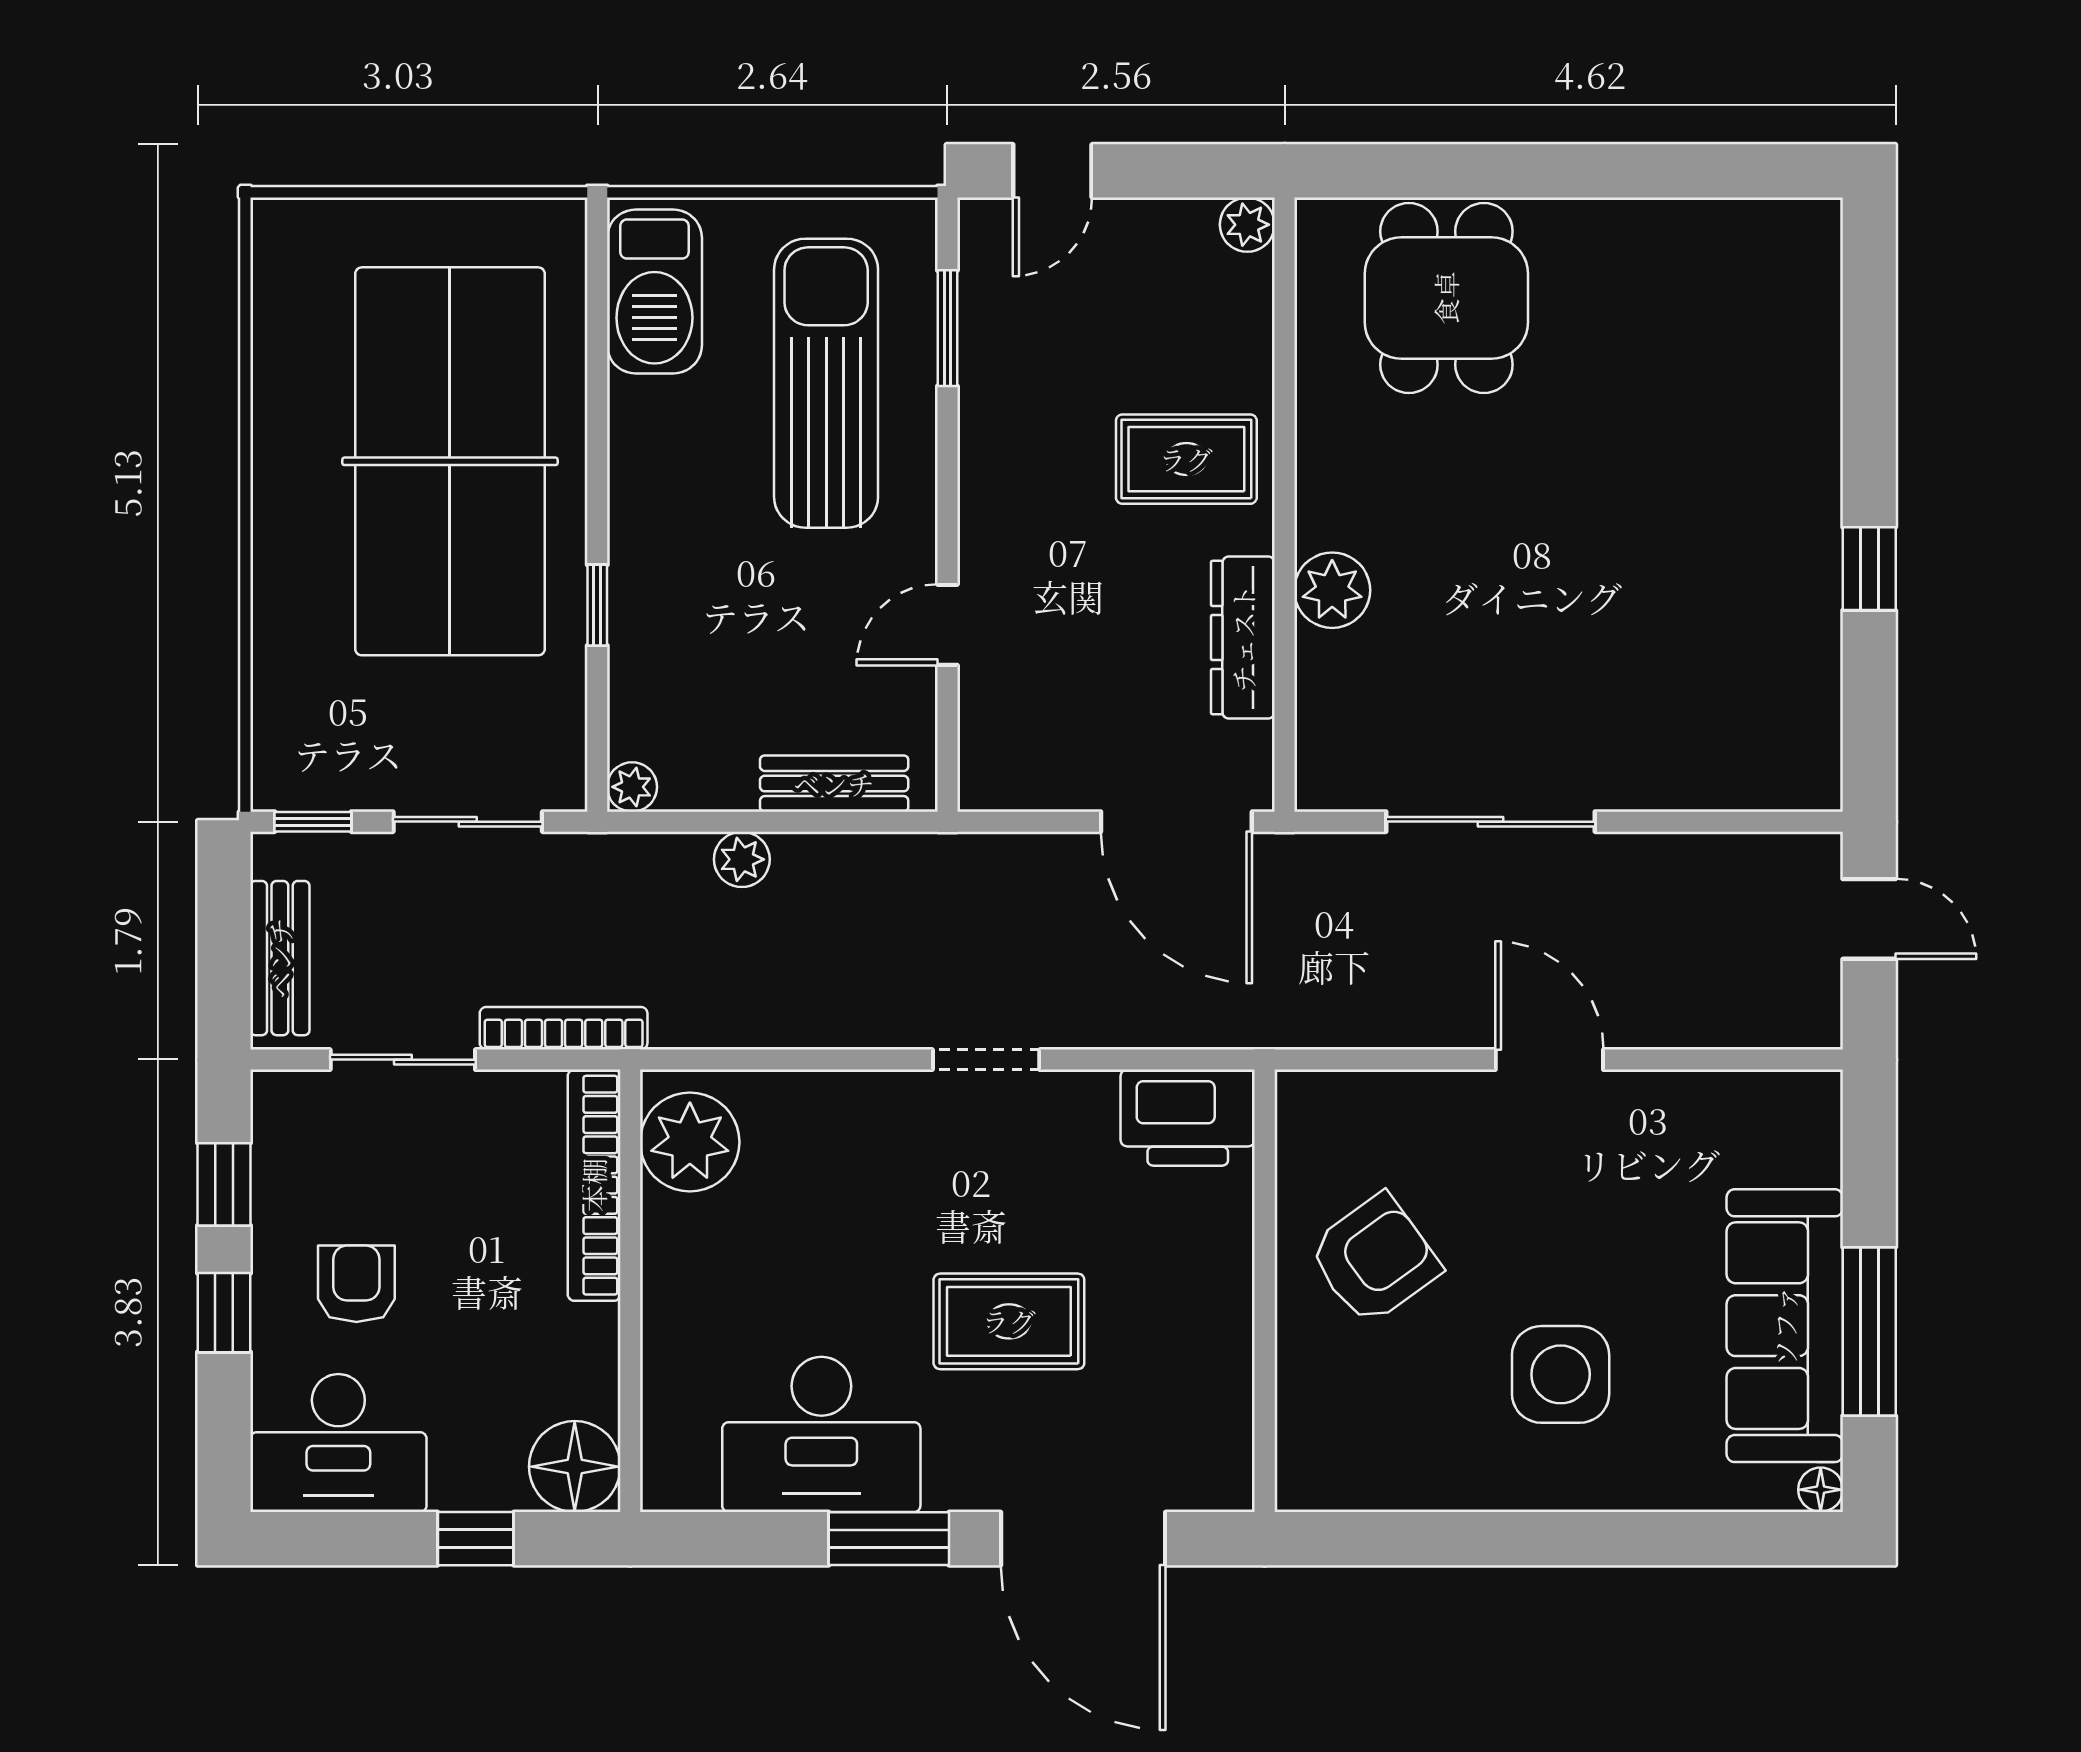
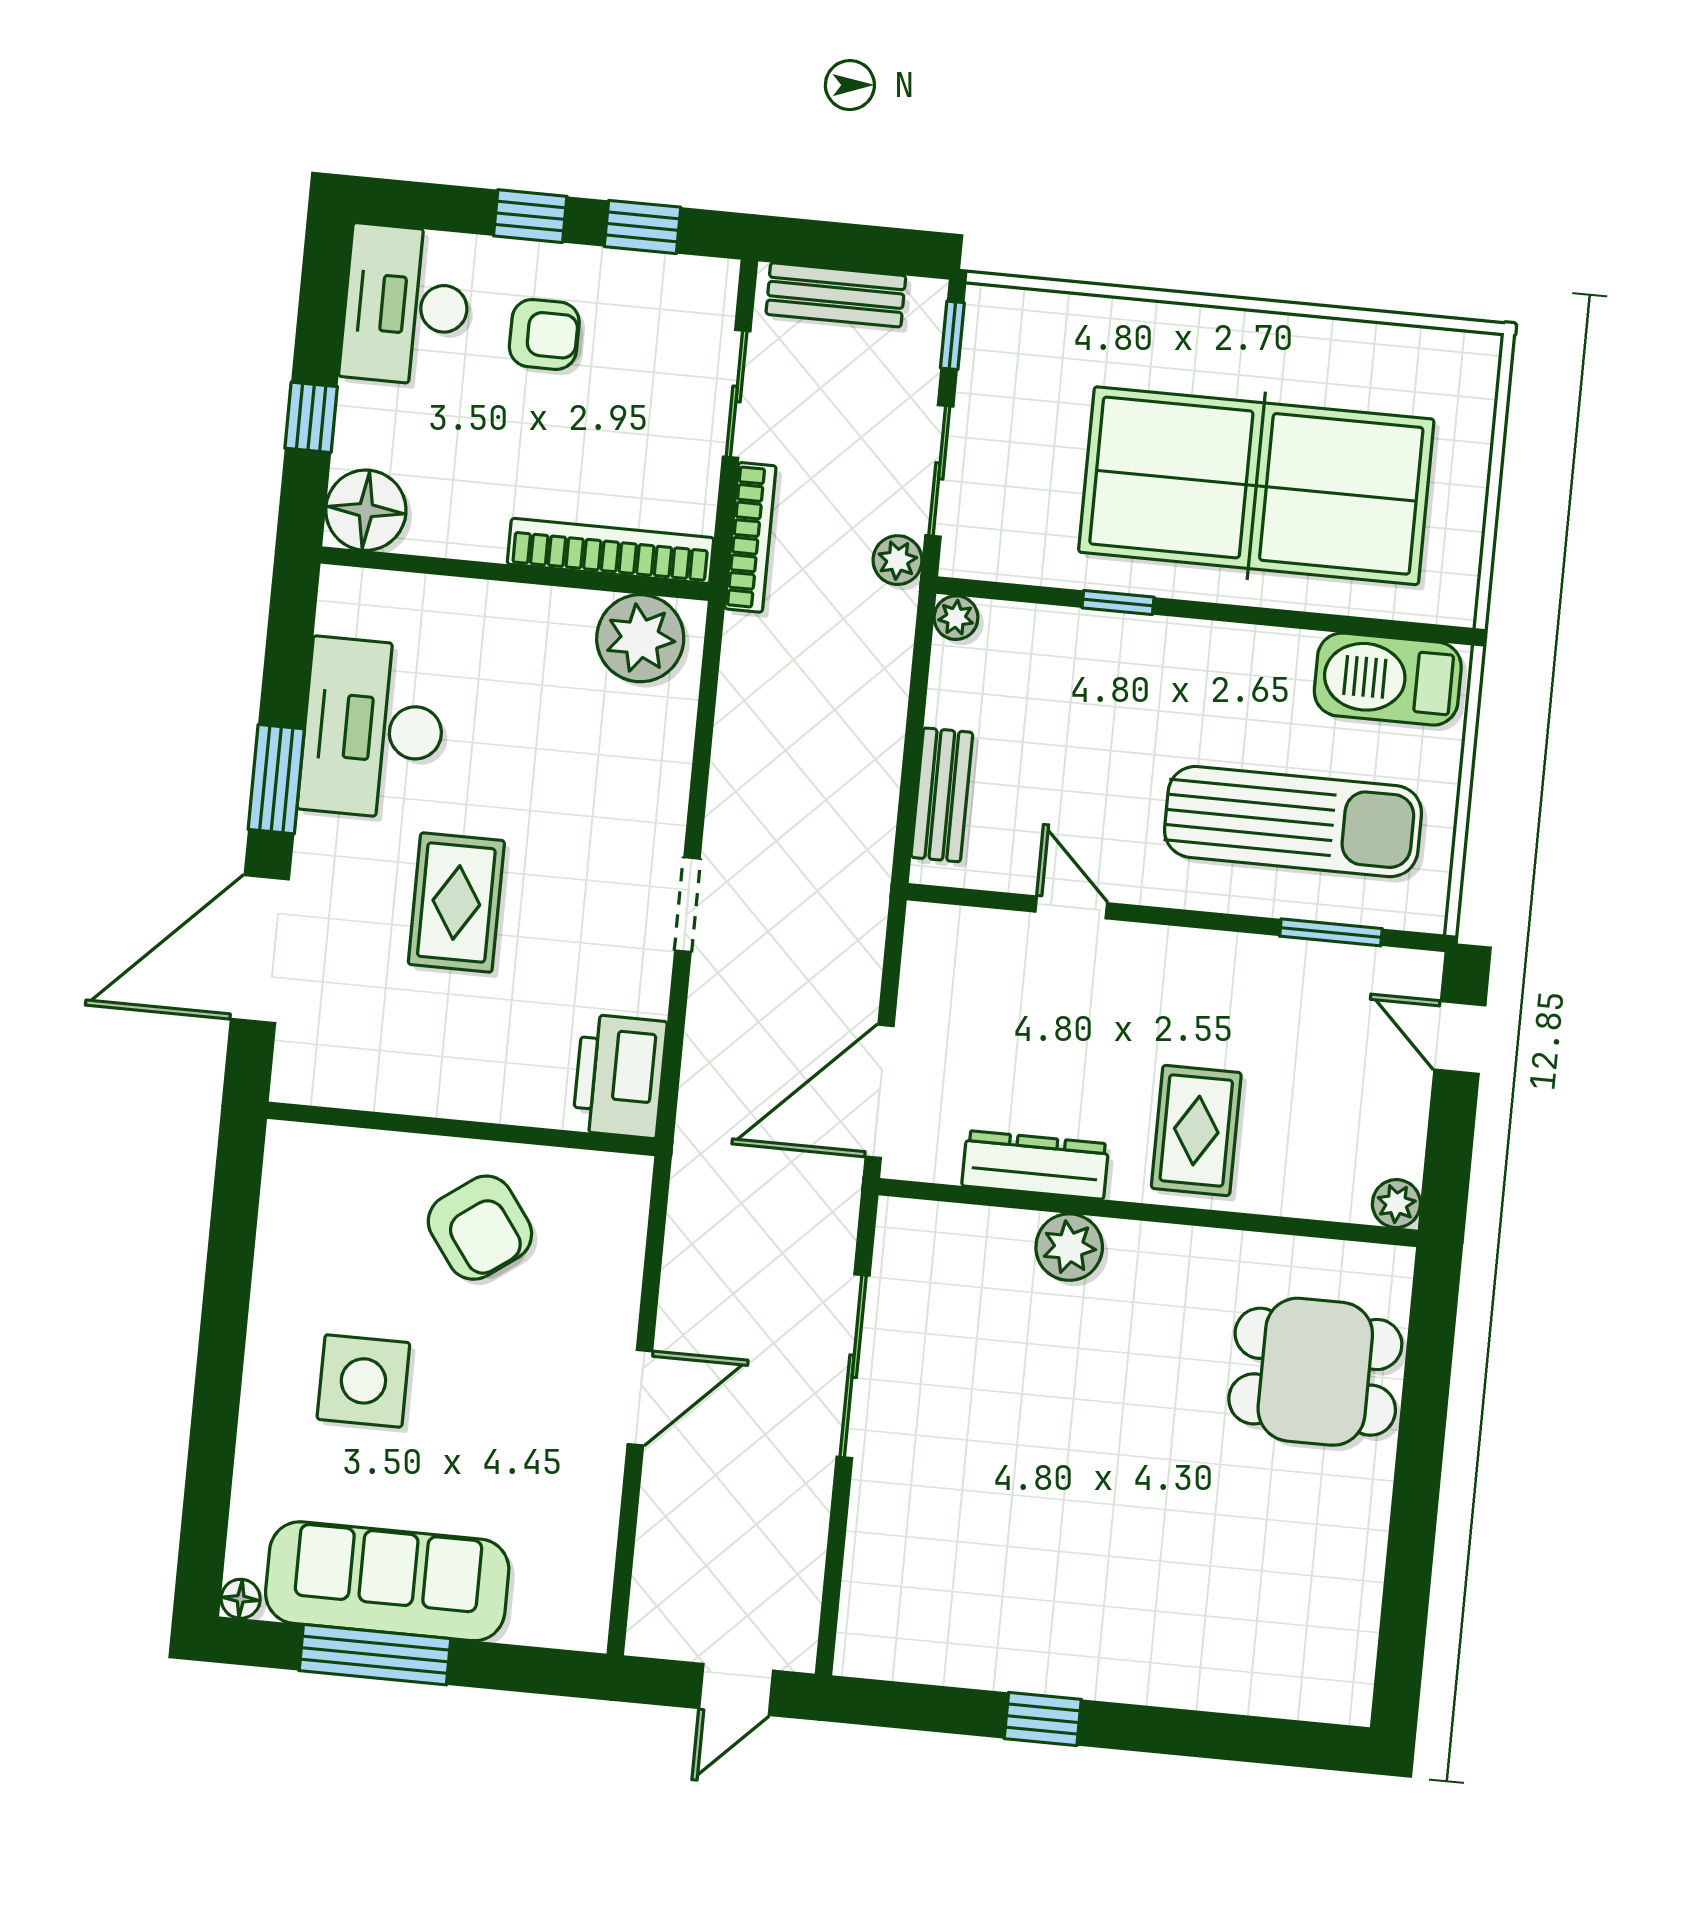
plant: (742, 859) -> (897, 560), moved

